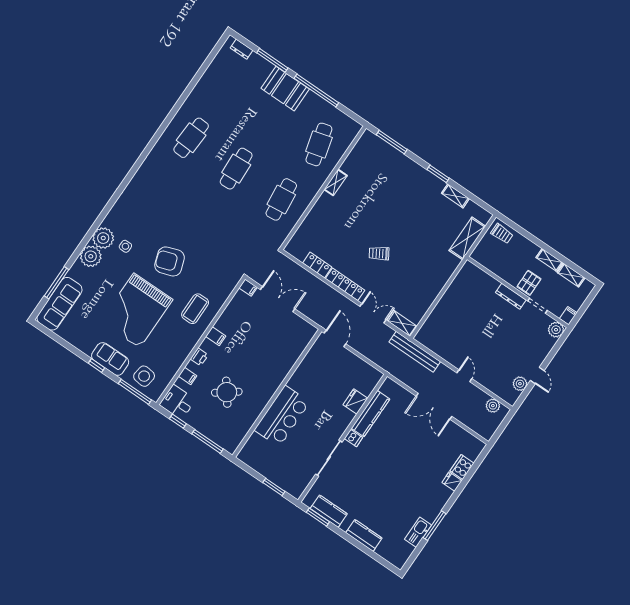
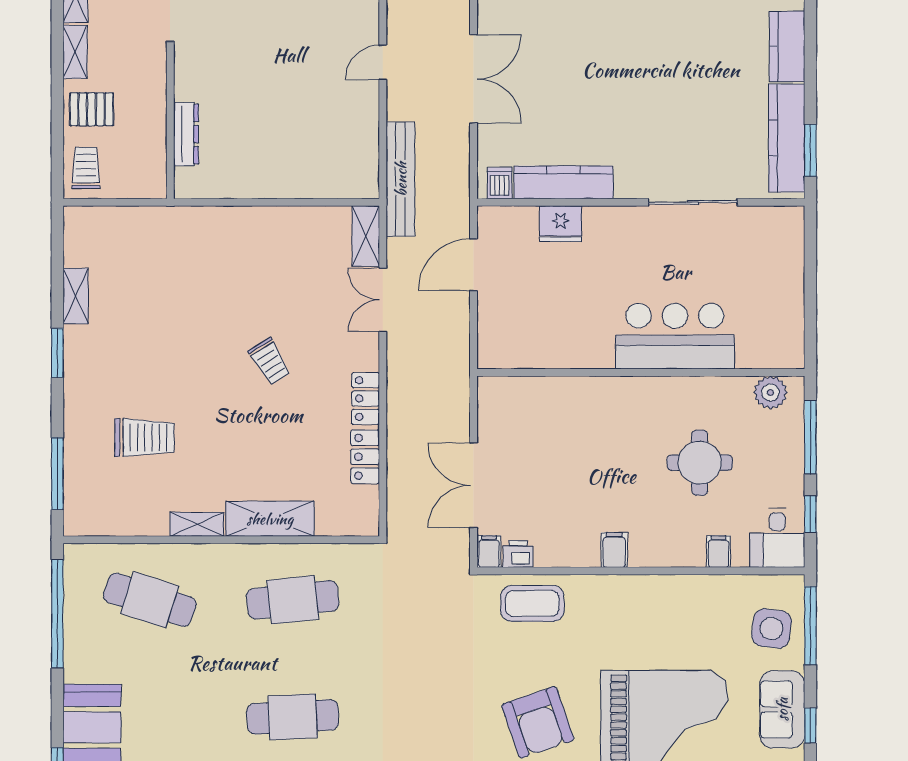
window: (316, 90) -> (57, 614), moved
cafe table: (319, 144) -> (150, 600), turned 33
trolley: (383, 185) -> (144, 438), added
shelving: (467, 238) -> (270, 519), moved
pallet: (529, 283) -> (92, 109), moved
locker: (345, 284) -> (366, 399), width x0.66
dresser: (511, 296) -> (186, 134), moved
coffee table: (195, 309) -> (532, 603), moved
door: (335, 338) -> (474, 265), moved
printer: (199, 357) -> (518, 554), moved
round table: (227, 392) -> (700, 463), turned 37
plant: (235, 438) -> (770, 392), added
dishwasher: (353, 438) -> (500, 183), moved
window: (274, 487) -> (810, 264), removed
kitchen counter: (329, 511) -> (787, 138), width x1.50

